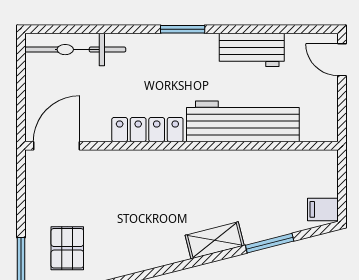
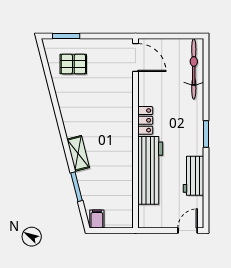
locker: (147, 130) -> (145, 120), width x0.66

